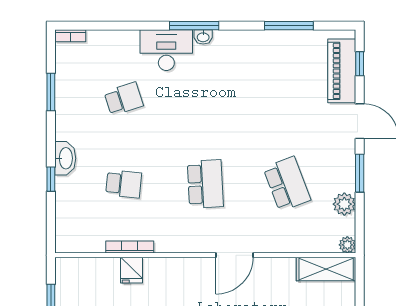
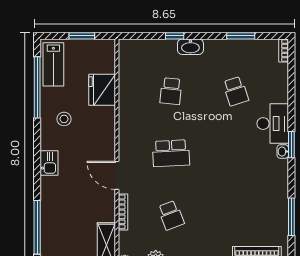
window: (194, 26) -> (291, 145), width x0.69
school desk: (287, 184) -> (171, 215), width x0.54
bookcase: (130, 247) -> (123, 212), moved
fridge: (131, 270) -> (102, 90), width x1.88, depth x1.34

